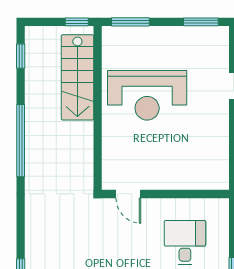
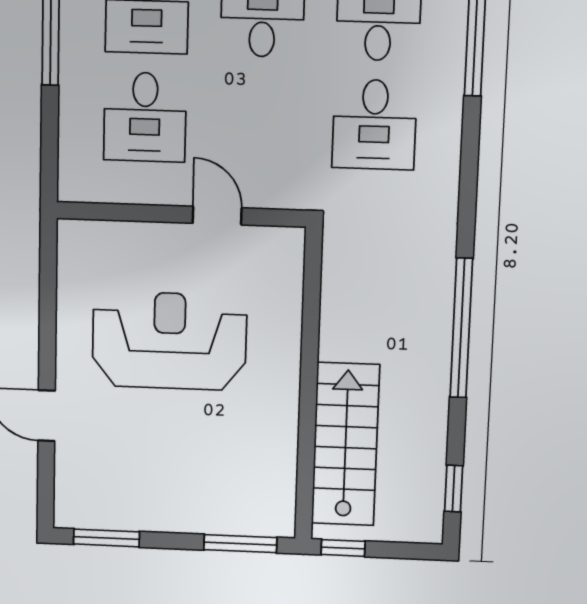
reception desk: (147, 95) -> (169, 341), moved
door: (128, 194) -> (217, 216), moved
desk: (69, 243) -> (374, 124), added

